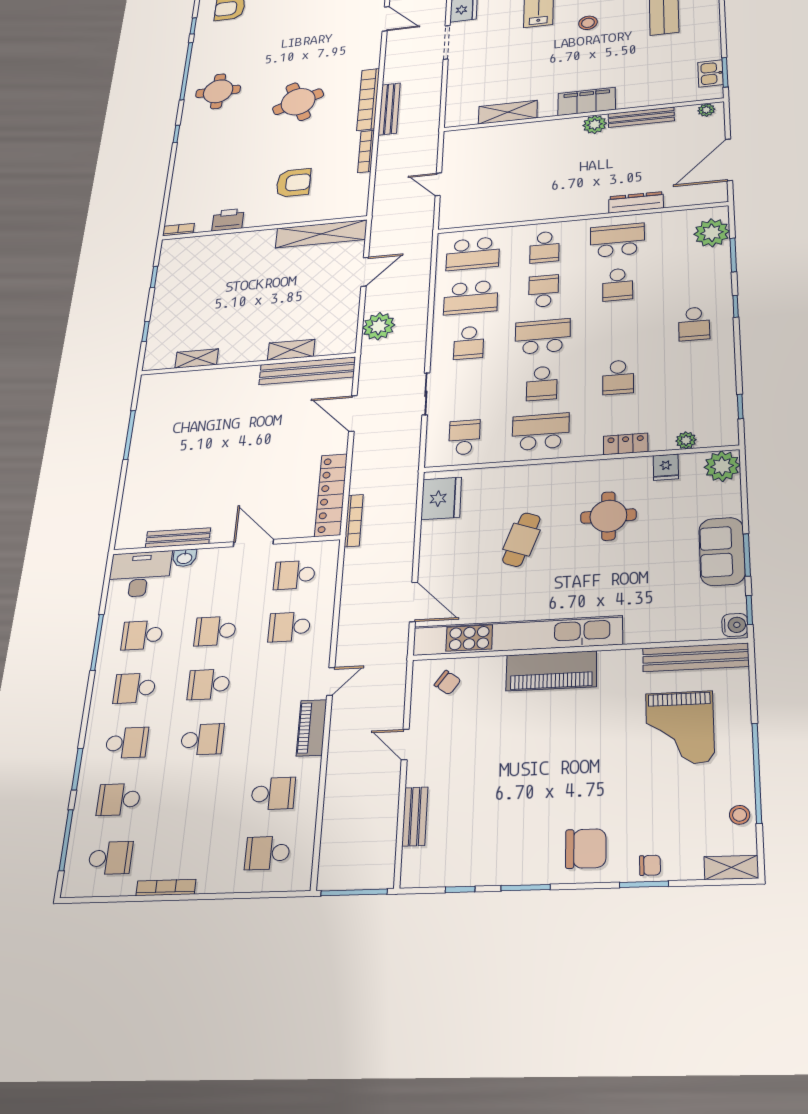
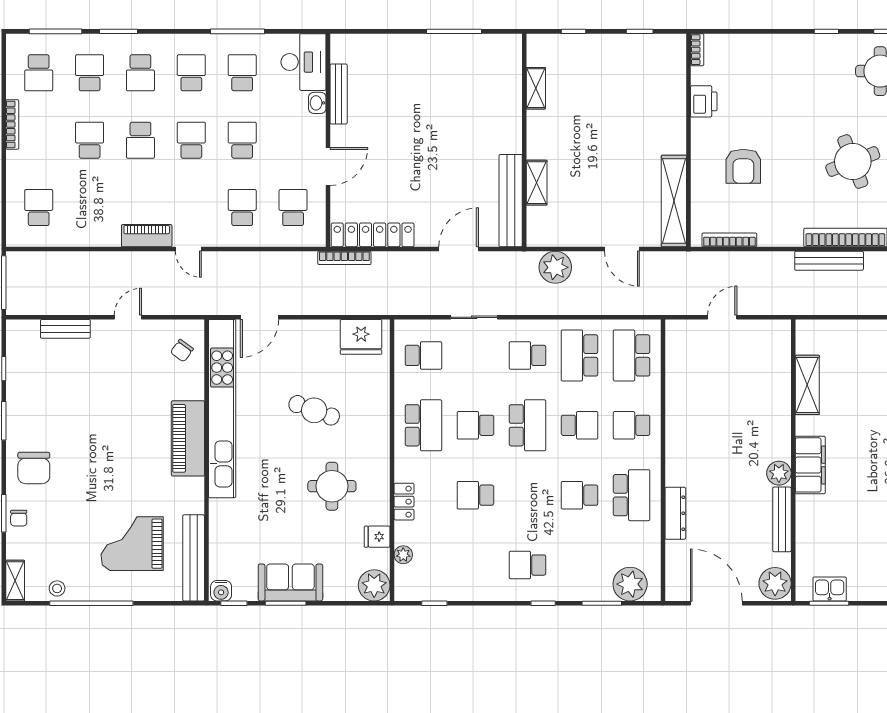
plant: (706, 110) -> (775, 583), width x1.88, depth x1.88
bookcase: (366, 151) -> (729, 240), moved
school desk: (273, 794) -> (90, 140), moved, turned 180

